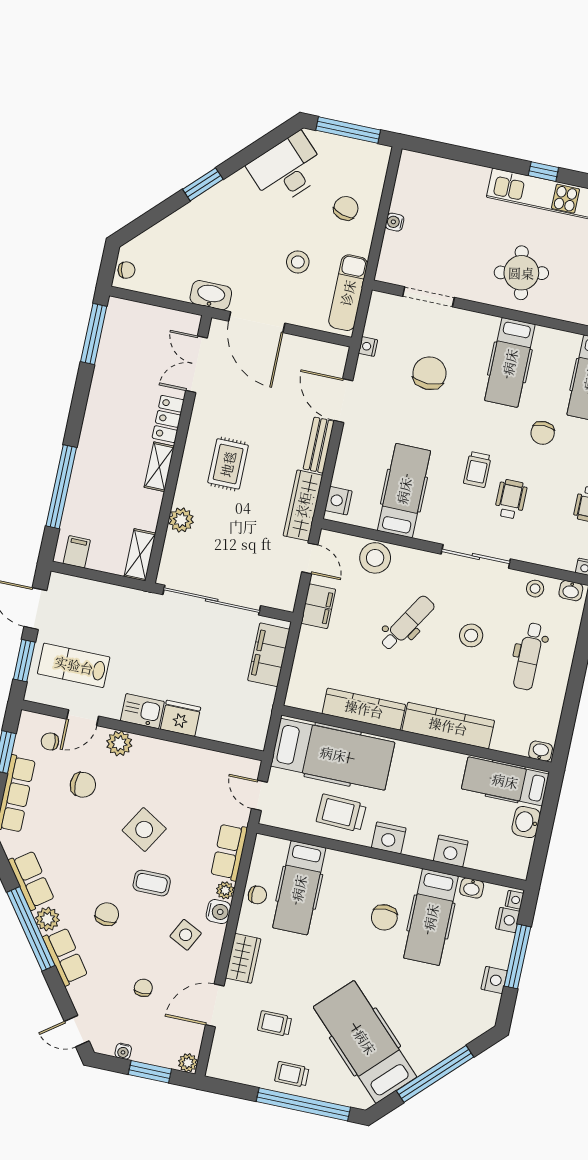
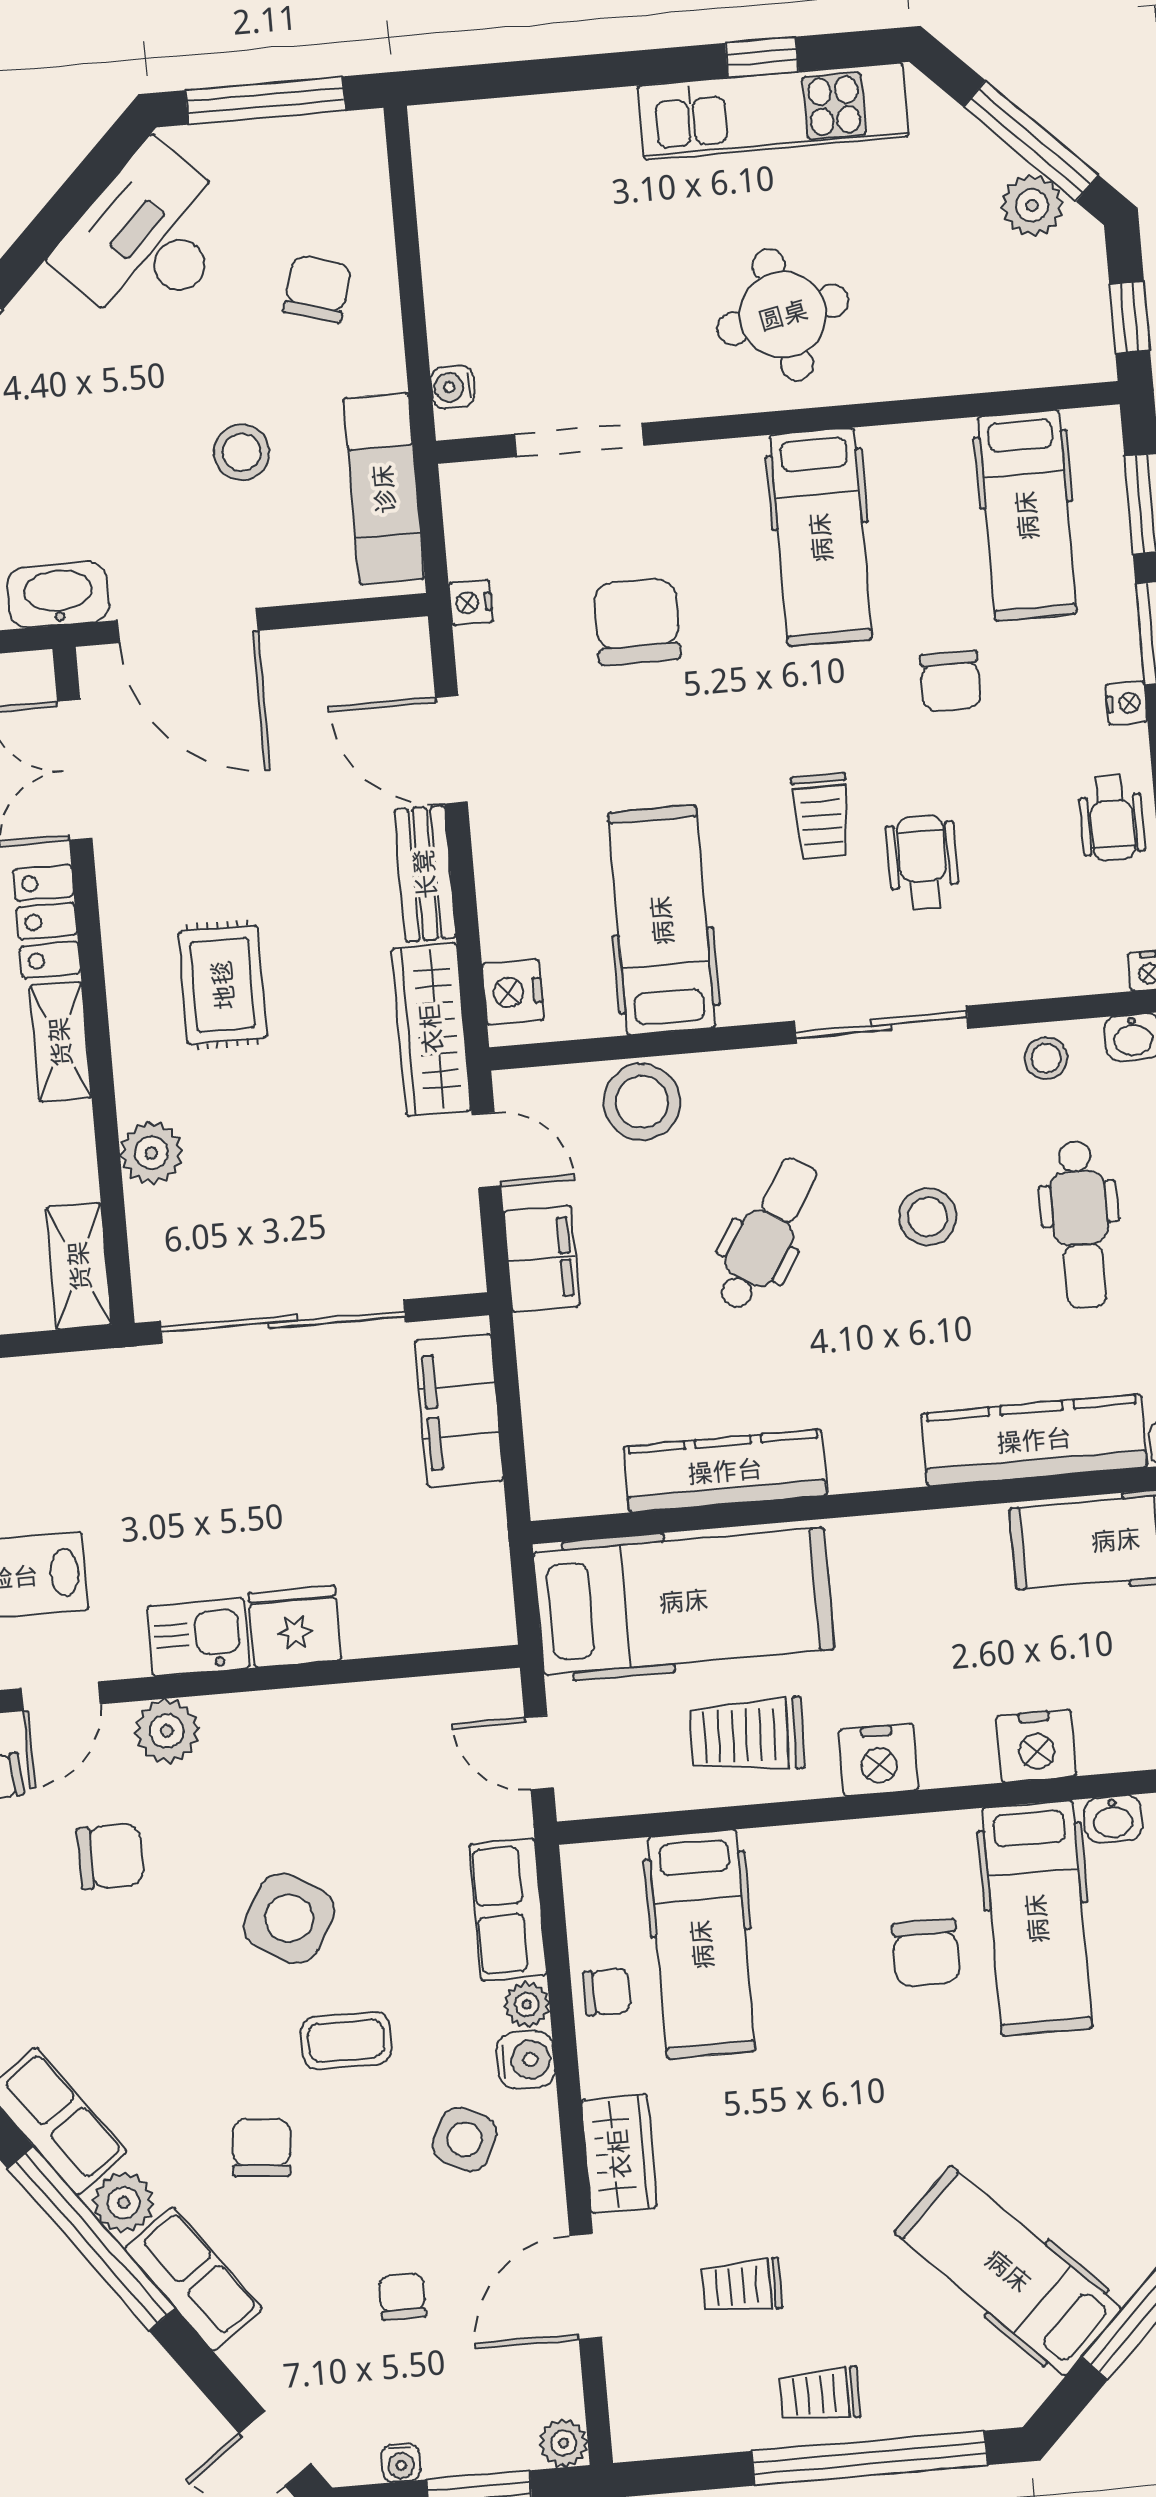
water cooler: (395, 222) -> (452, 387), moved
kitchen counter: (448, 726) -> (1034, 1440), moved
hospital bed: (365, 1042) -> (1008, 2271), width x0.73, depth x0.78

